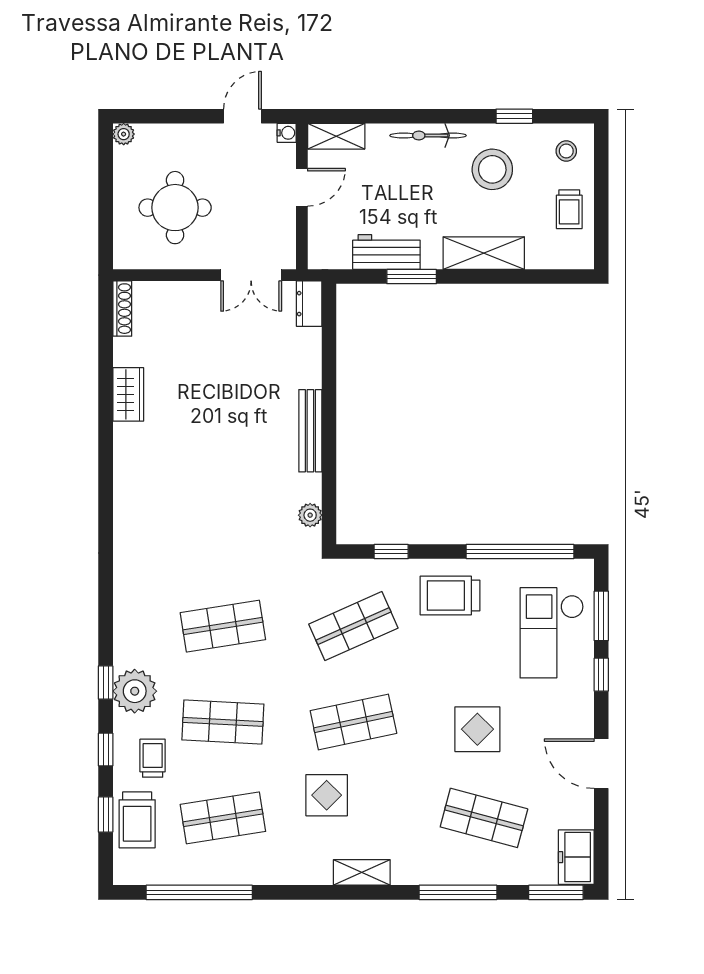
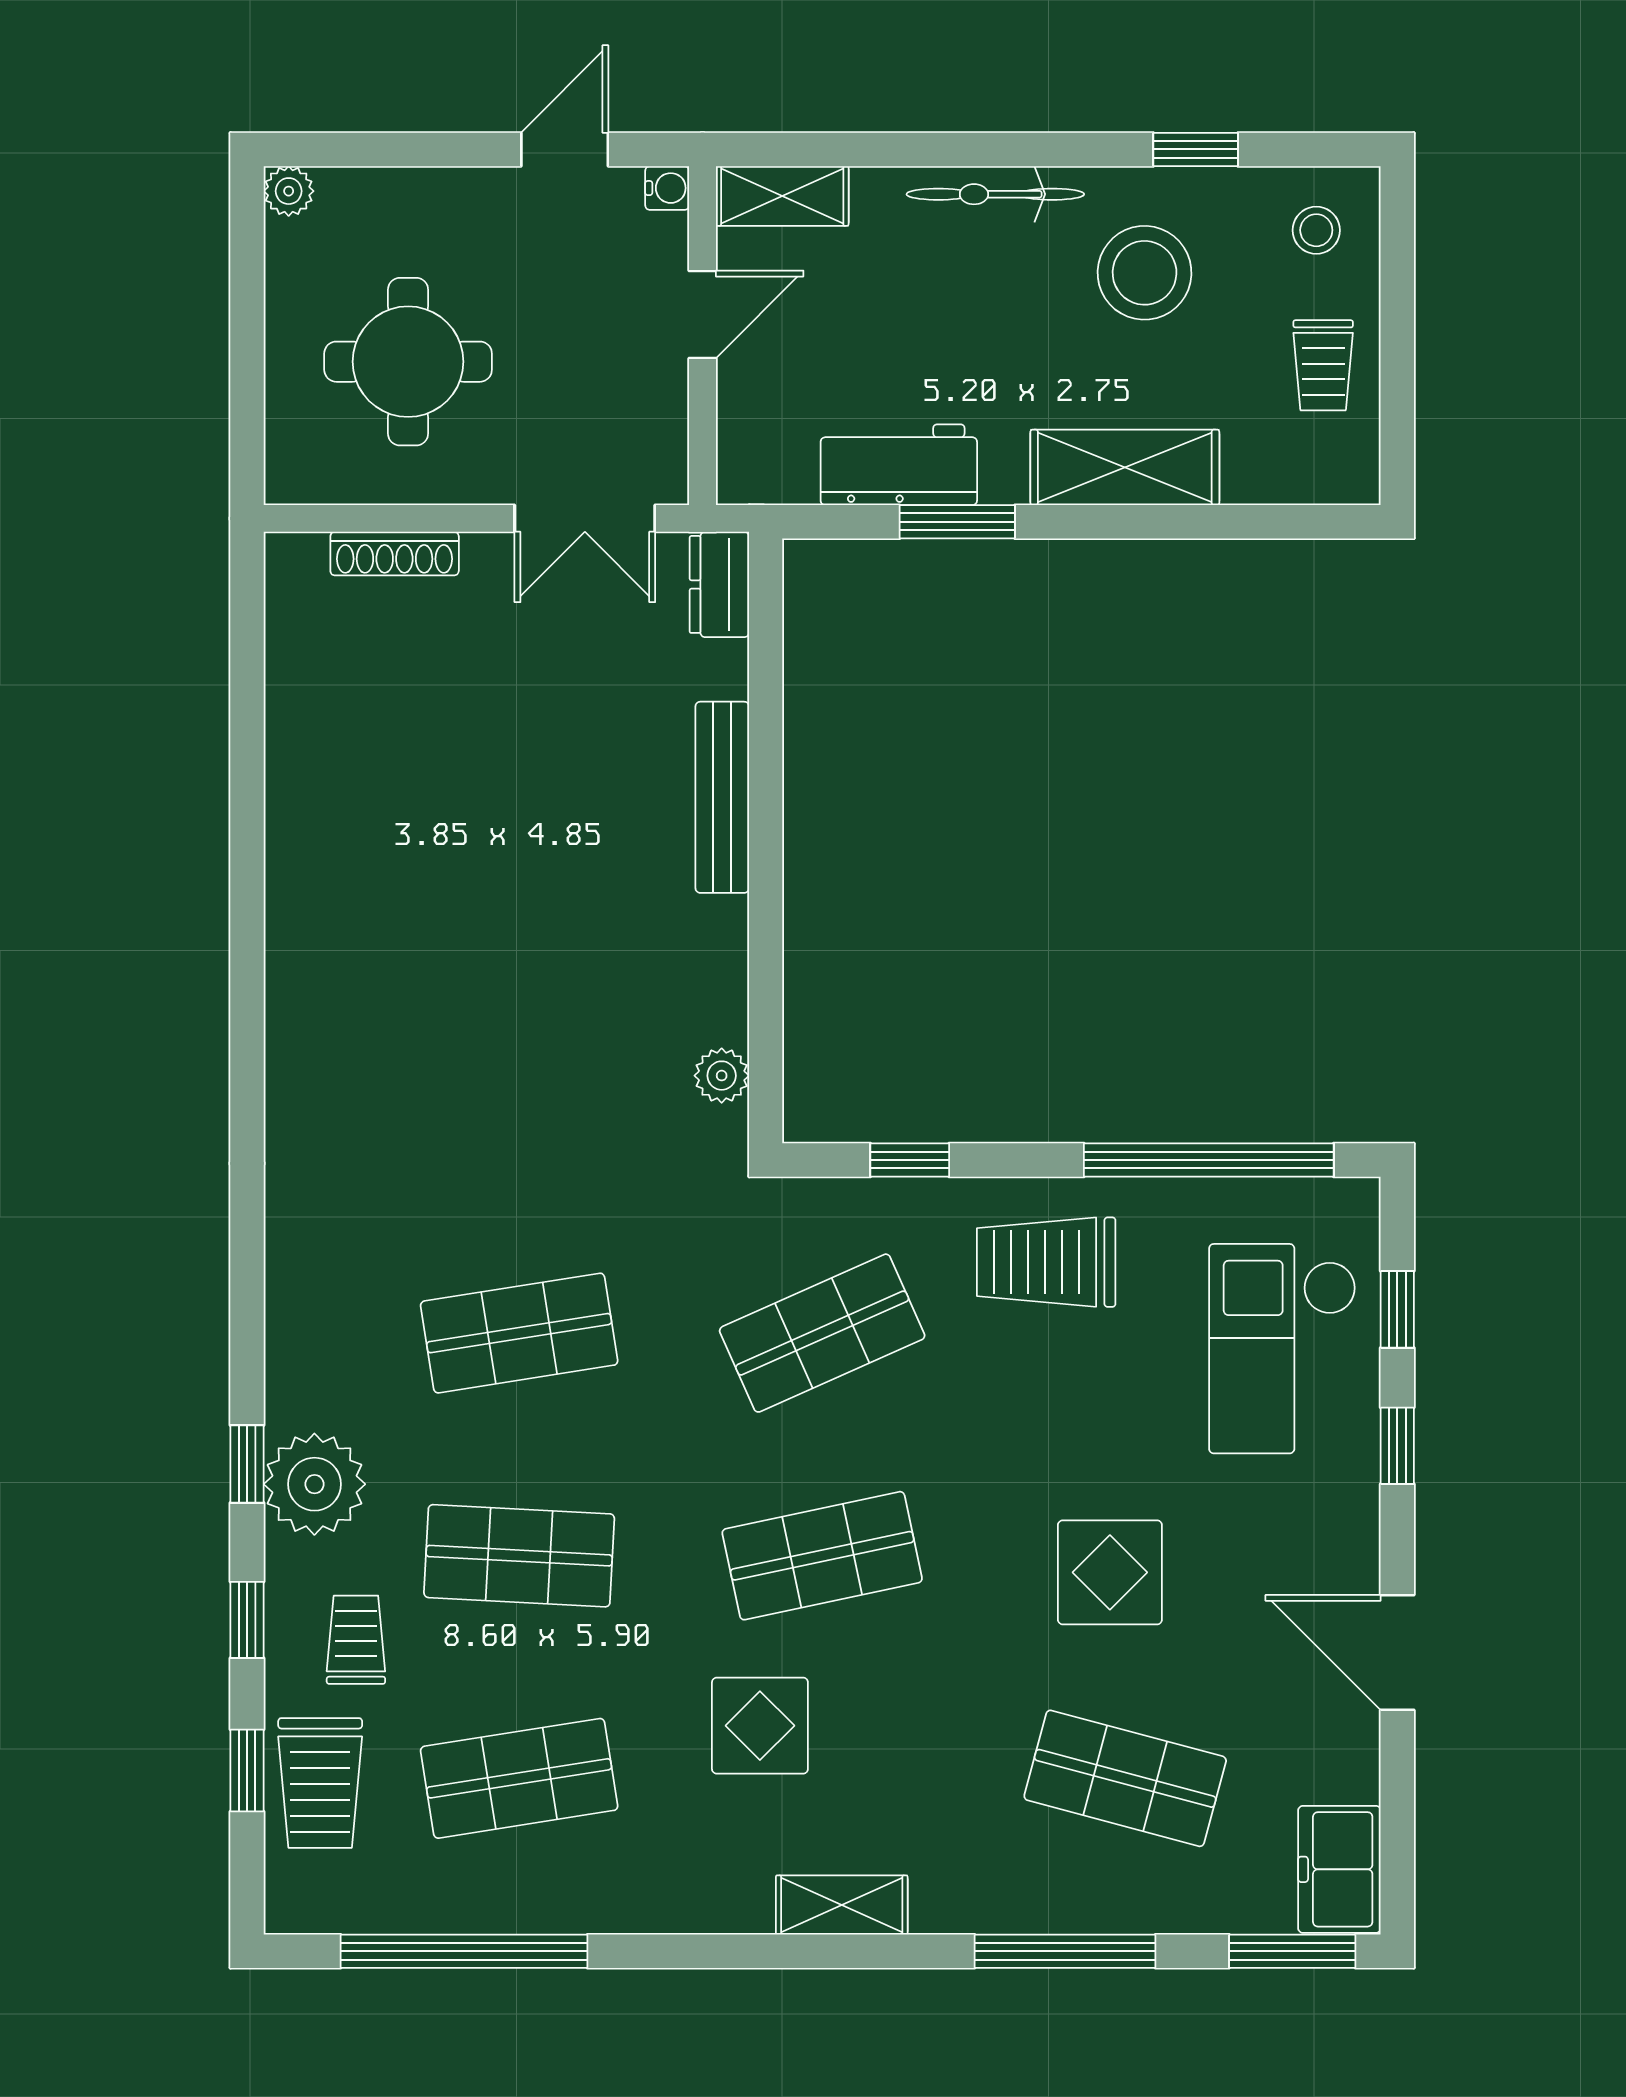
shoe rack: (122, 309) -> (395, 554), moved, turned 90
wardrobe: (128, 394) -> (299, 795), removed
bench: (310, 431) -> (722, 797), moved
window: (601, 616) -> (1397, 1309), width x0.67

